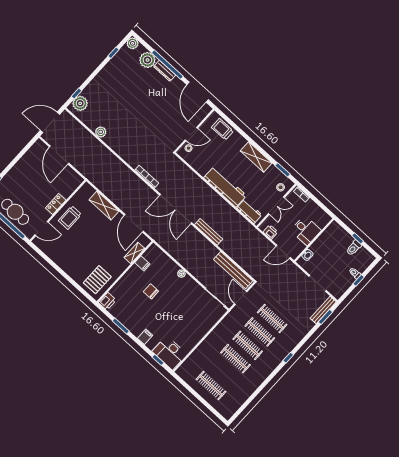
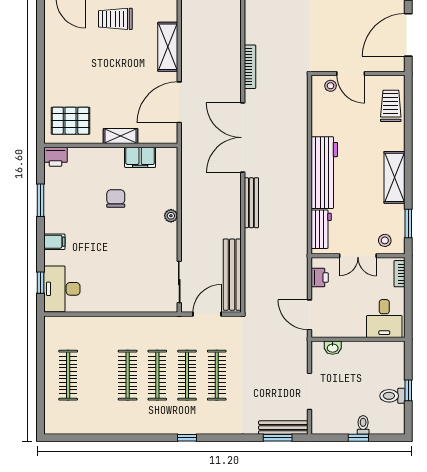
desk: (306, 230) -> (384, 319), moved
shelving: (134, 253) -> (120, 136), moved
filing cabinet: (142, 263) -> (140, 157), width x2.00

